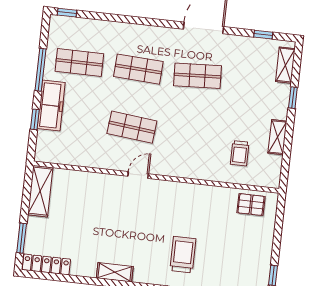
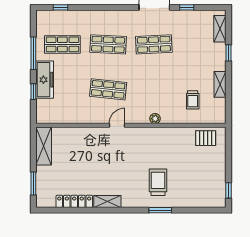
window: (67, 13) -> (61, 7), moved
window: (263, 35) -> (187, 7), moved
plant: (188, 172) -> (155, 119), added
locker: (46, 264) -> (74, 201), moved

